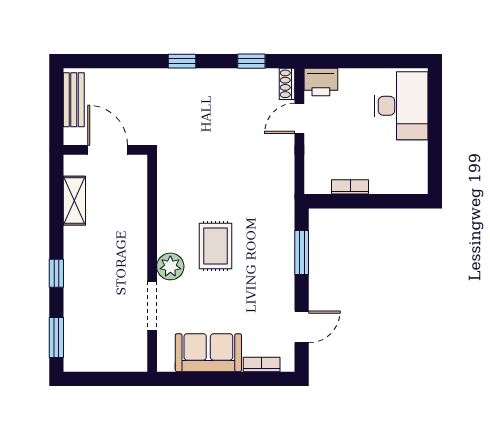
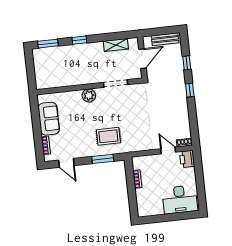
window: (251, 61) -> (187, 63), moved
rug: (215, 246) -> (108, 136), moved
doorway: (152, 306) -> (116, 83), moved

